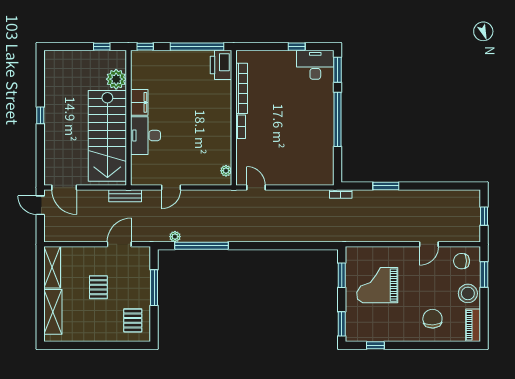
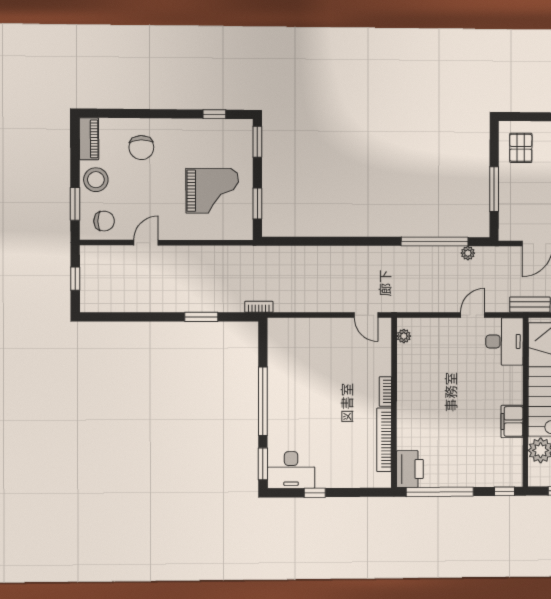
desk: (145, 136) -> (504, 341), moved

